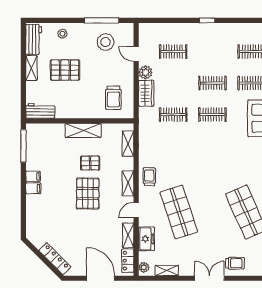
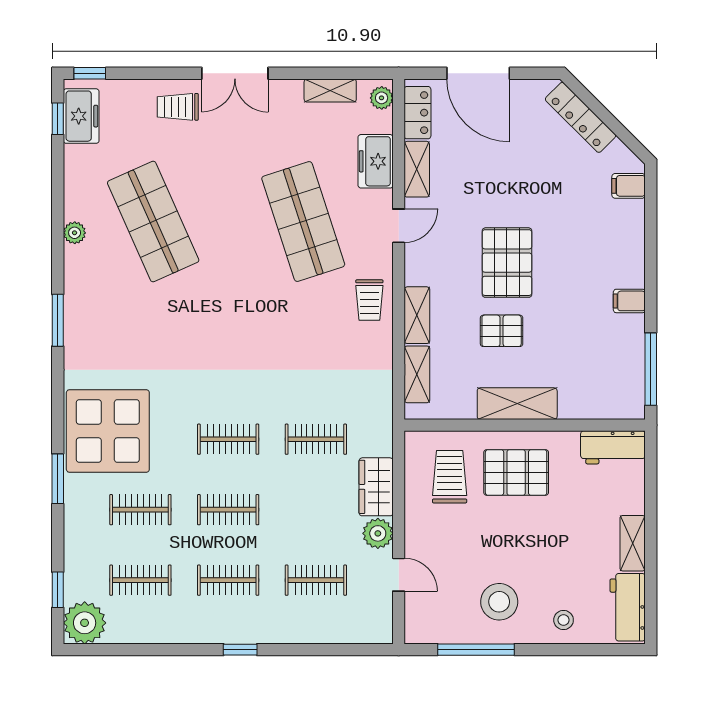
stool: (106, 42) -> (499, 602), moved
clothes rail: (212, 52) -> (228, 580), added
pallet: (65, 70) -> (516, 472), moved
shelving: (128, 183) -> (417, 315), moved
filing cabinet: (33, 188) -> (629, 186), moved

